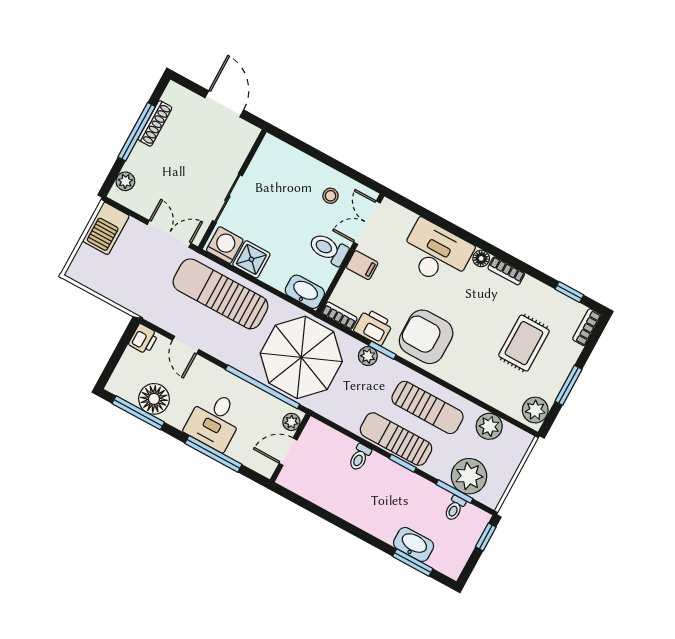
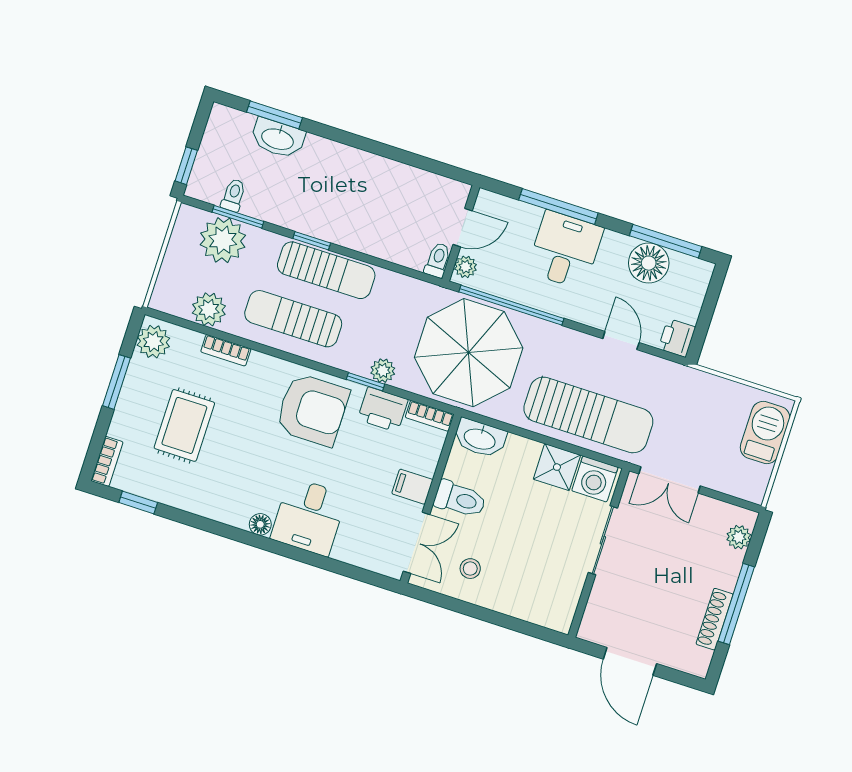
barbecue: (106, 228) -> (765, 433), moved
desk: (436, 253) -> (309, 517), width x0.73
bookcase: (506, 271) -> (226, 350), moved, turned 180
toilet: (360, 457) -> (438, 260), moved

